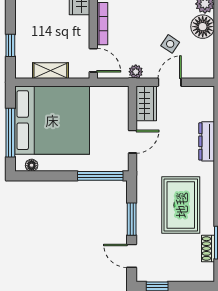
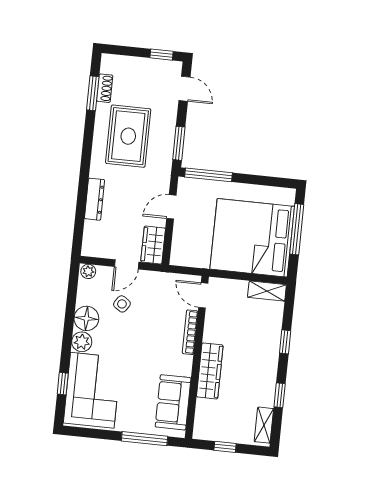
window: (10, 45) -> (285, 342), moved
shelving: (50, 71) -> (267, 291), moved
plant: (136, 72) -> (88, 271), moved
floor lamp: (32, 165) -> (278, 193), removed
window: (132, 219) -> (179, 143), moved

